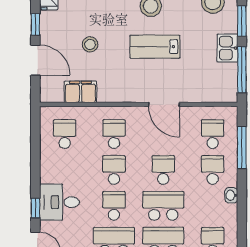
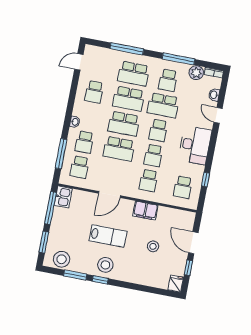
kitchen sink: (227, 48) -> (63, 197), moved
filing cabinet: (80, 92) -> (145, 211), moved
door: (164, 104) -> (109, 194), swing flipped
school desk: (163, 170) -> (119, 149), width x1.85
desk: (59, 202) -> (195, 145), width x1.37
window: (35, 208) -> (206, 180), moved

